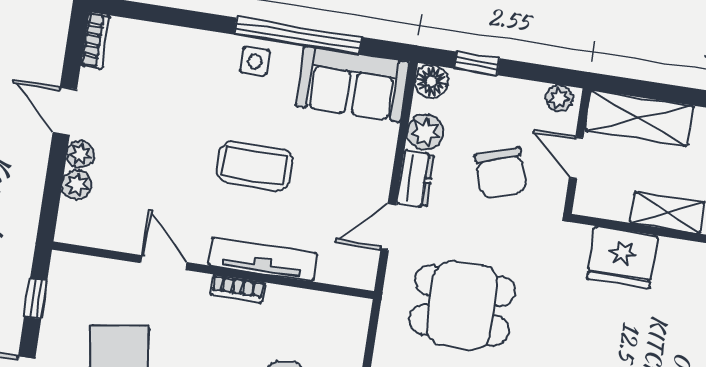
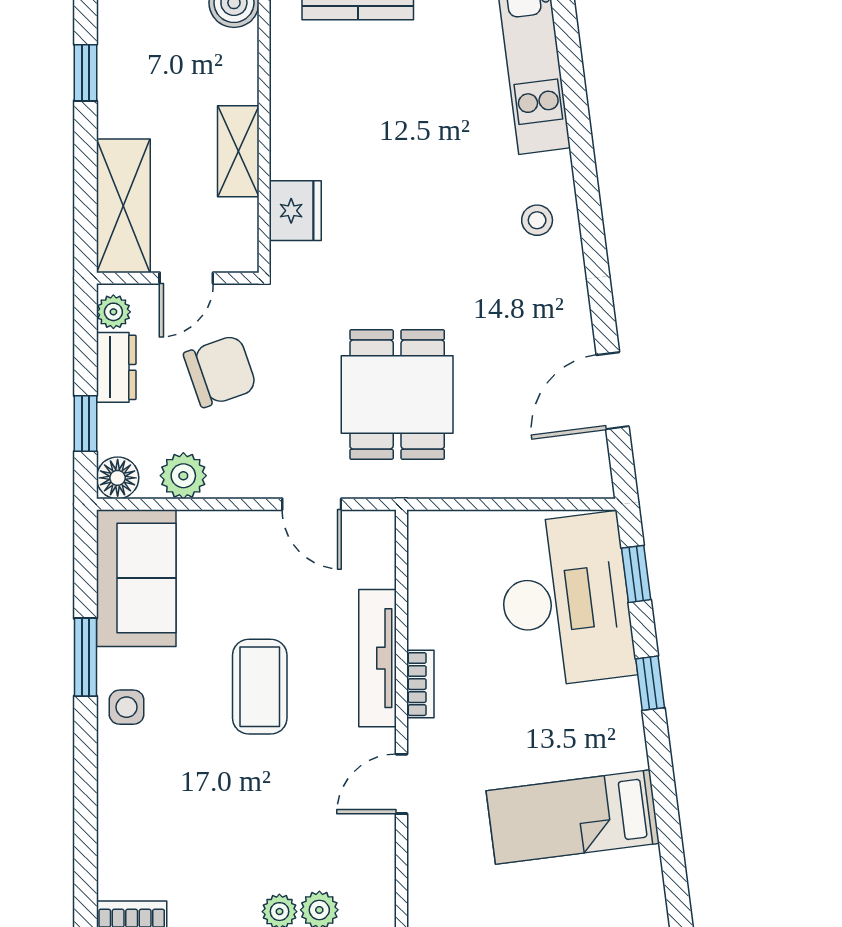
window: (298, 36) -> (85, 657), width x0.47
dresser: (415, 179) -> (116, 367), moved, turned 90
fridge: (622, 257) -> (295, 211), width x0.73, depth x0.75

